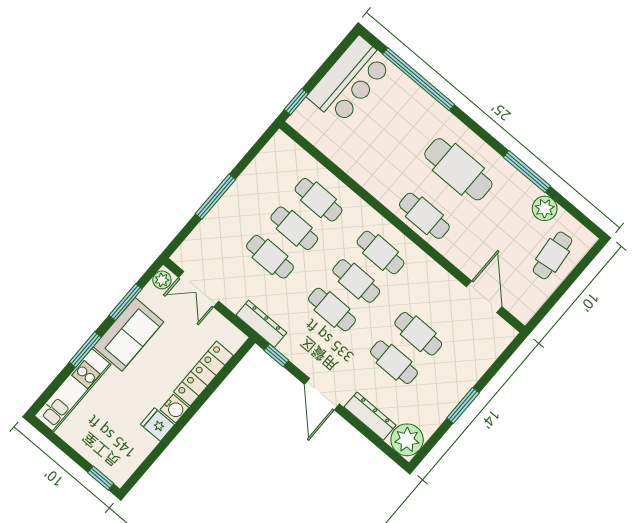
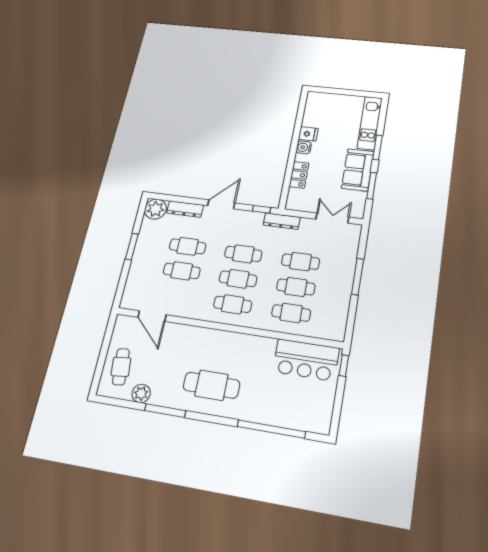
bar counter: (350, 80) -> (306, 360), moved, turned -90
cafe table: (424, 216) -> (217, 343), removed
plant: (162, 280) -> (358, 210), removed
locker: (203, 374) -> (299, 175), width x0.66
door: (322, 394) -> (221, 204), hinge flipped
window: (101, 478) -> (322, 90), removed

